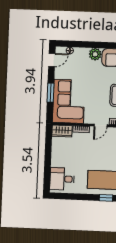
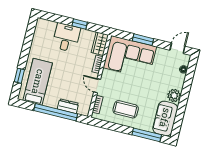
door: (52, 60) -> (177, 48), swing flipped
window: (48, 153) -> (80, 24), added
desk: (62, 179) -> (66, 38), moved

